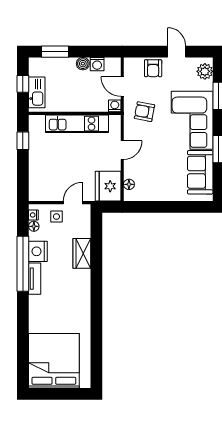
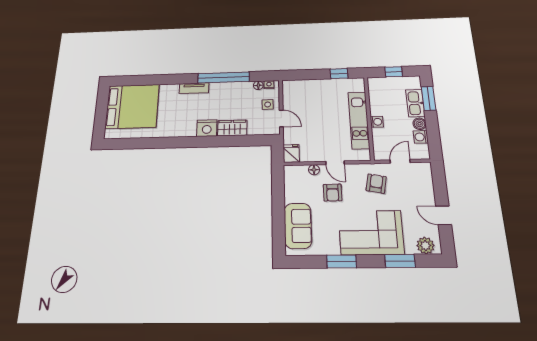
door: (177, 52) -> (444, 215), swing flipped
armchair: (153, 68) -> (333, 193), moved, turned -90
kitchen sink: (37, 92) -> (415, 103), moved, turned 90
washing machine: (115, 106) -> (377, 122), moved
sofa: (200, 172) -> (298, 226), moved, turned 90
floor lamp: (129, 184) -> (314, 170), moved
fridge: (108, 186) -> (291, 153), width x0.53, depth x0.75
nightstand: (38, 251) -> (207, 128), moved, turned 180
tv unit: (35, 279) -> (194, 88), moved

